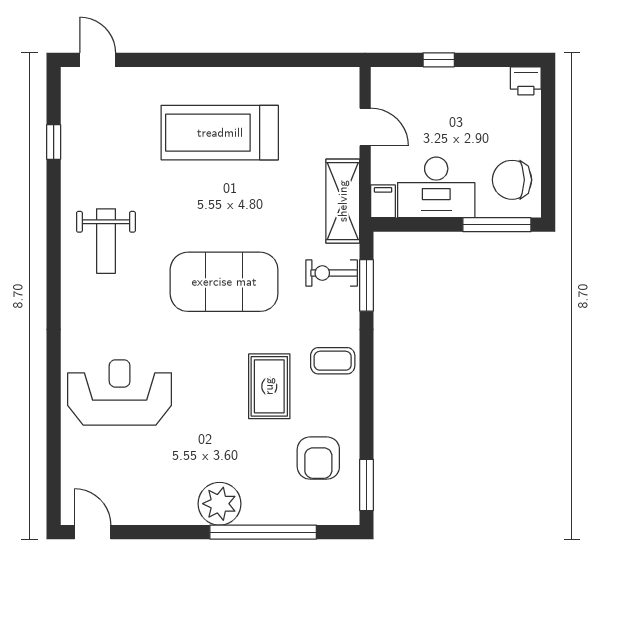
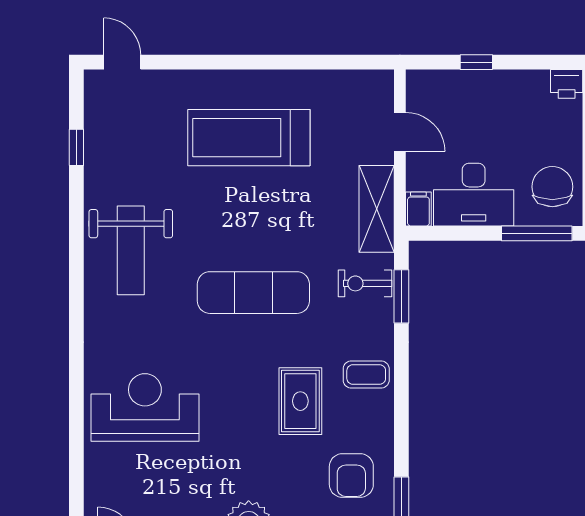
chair: (512, 180) -> (552, 187), turned 90
weight bench: (106, 241) -> (131, 250), width x1.36, depth x1.33
exercise mat: (224, 282) -> (253, 293), width x0.68

